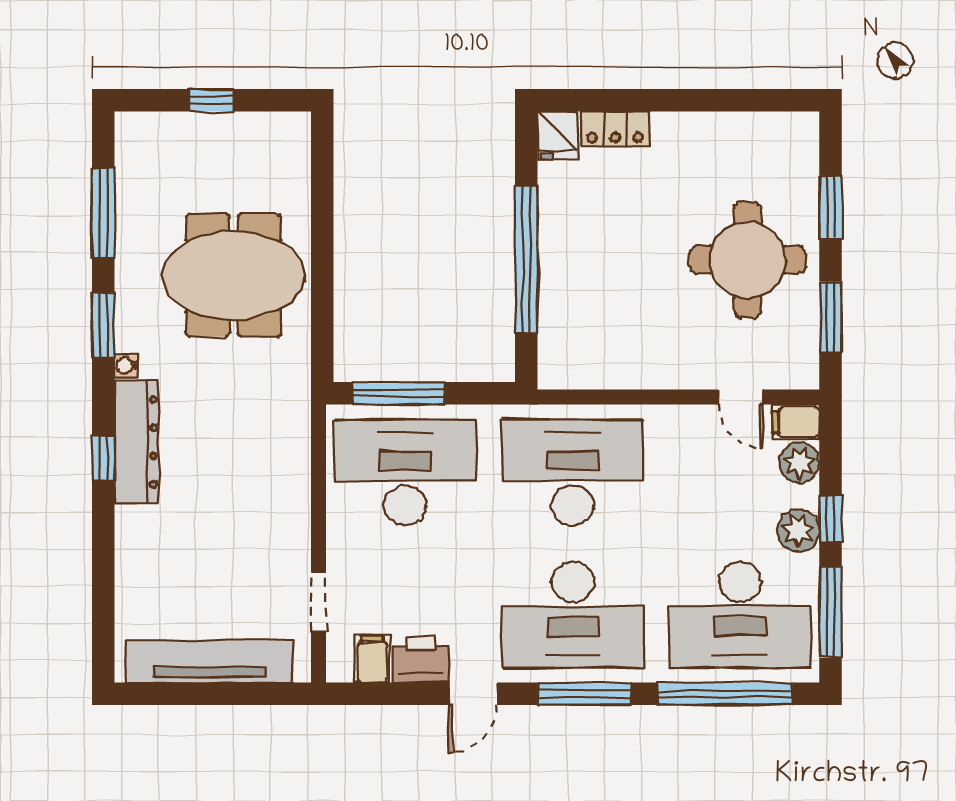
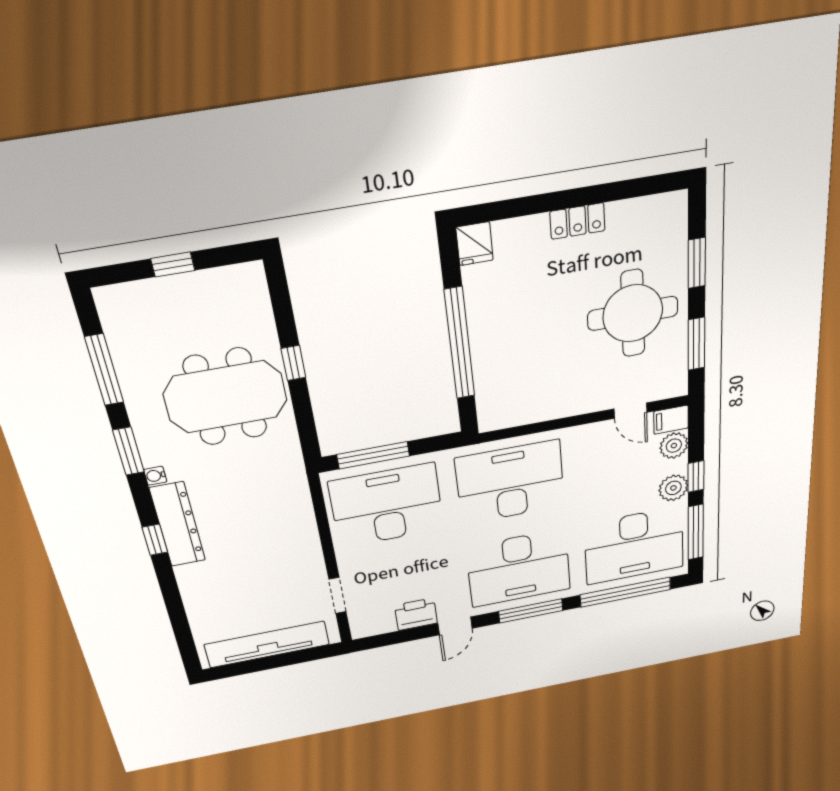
locker: (615, 129) -> (577, 221), moved
window: (322, 246) -> (293, 363), added
filing cabinet: (372, 659) -> (382, 621), removed

